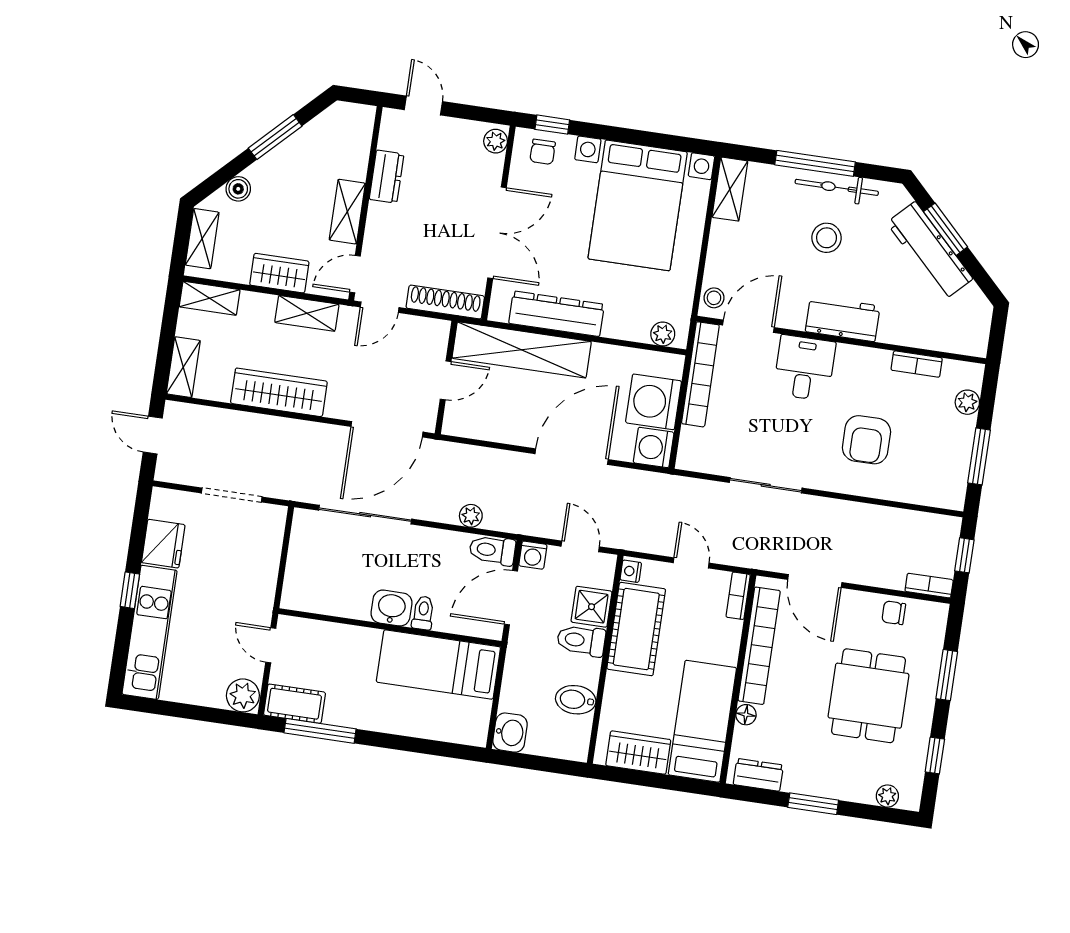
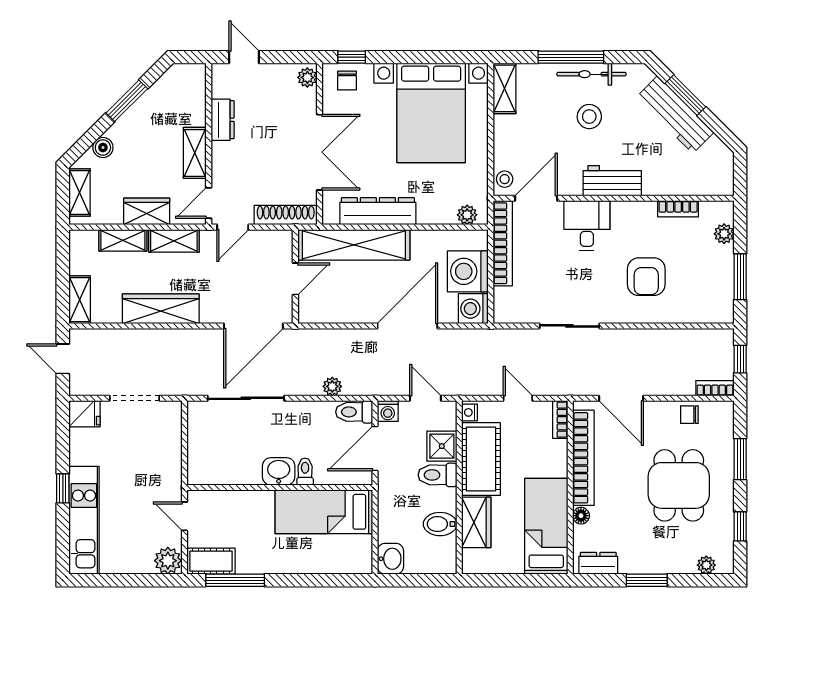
shelving: (210, 298) -> (123, 240), moved
fridge: (163, 544) -> (84, 414), moved, width x0.72
wardrobe: (638, 753) -> (476, 522), moved, turned 90

